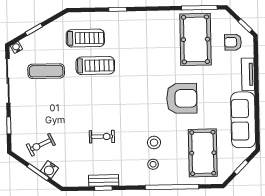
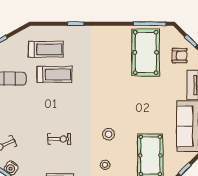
armchair: (233, 42) -> (180, 56), turned 180
armchair: (182, 98) -> (132, 106), removed
stool: (154, 143) -> (109, 134), moved

